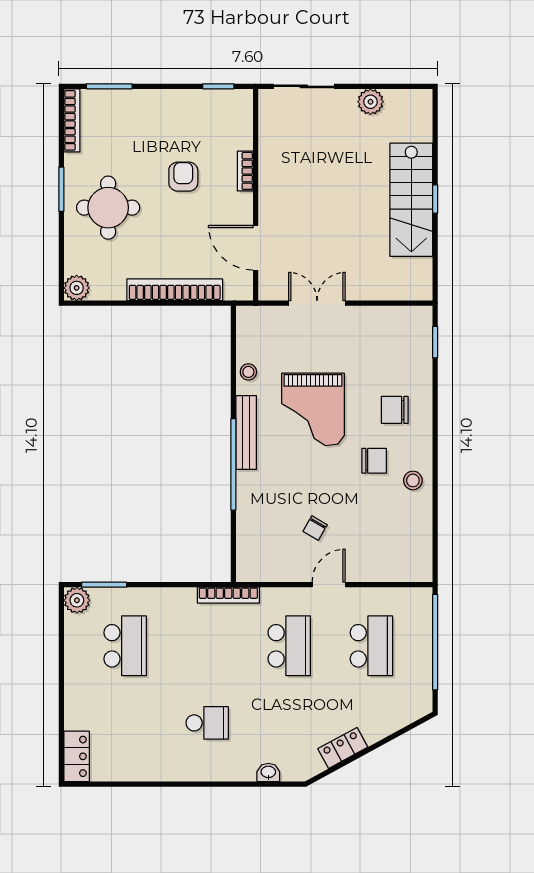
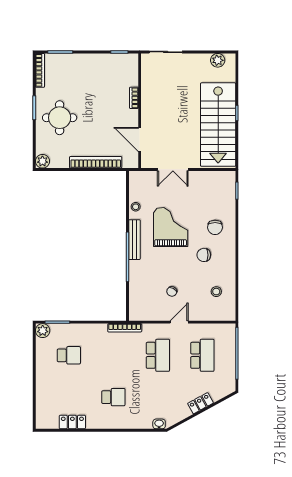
plant: (370, 102) -> (218, 60), moved
armchair: (183, 177) -> (100, 101), removed
stairs: (411, 200) -> (218, 125), width x1.36, depth x1.51
double door: (317, 303) -> (173, 169), swing flipped
grand piano: (313, 409) -> (171, 227), turned 180
chair: (395, 410) -> (215, 227), turned -90
chair: (374, 461) -> (204, 255), turned 180
stool: (413, 480) -> (216, 292), moved
school desk: (125, 646) -> (69, 355), width x0.54
locker: (343, 748) -> (200, 403), moved
locker: (77, 756) -> (72, 422), moved, turned -90
washbasin: (268, 772) -> (159, 424), moved

